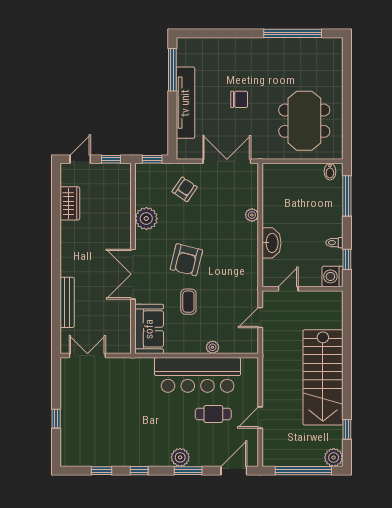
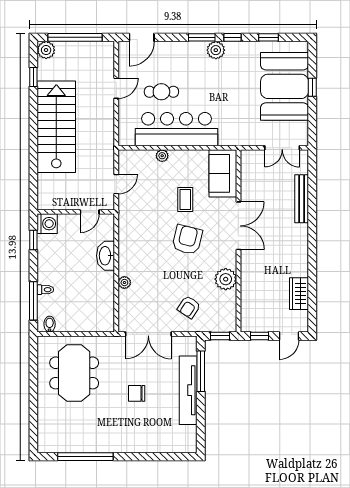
window: (172, 70) -> (201, 371), moved
toilet: (334, 243) -> (45, 290), moved
booth: (85, 420) -> (285, 86), added
plant: (180, 457) -> (216, 50), moved
window: (188, 471) -> (202, 37), moved

